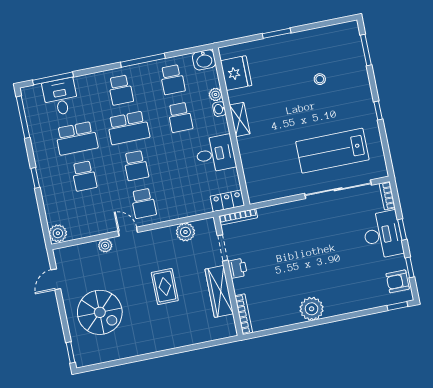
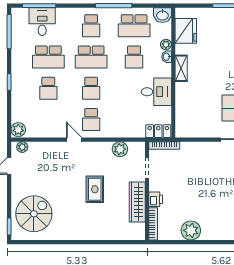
school desk: (172, 80) -> (134, 26), width x1.85
plant: (105, 246) -> (22, 147), moved
printer: (238, 268) -> (156, 199), moved
plant: (312, 309) -> (191, 230), moved
spiral stairs: (100, 312) -> (34, 214), moved, turned -90

